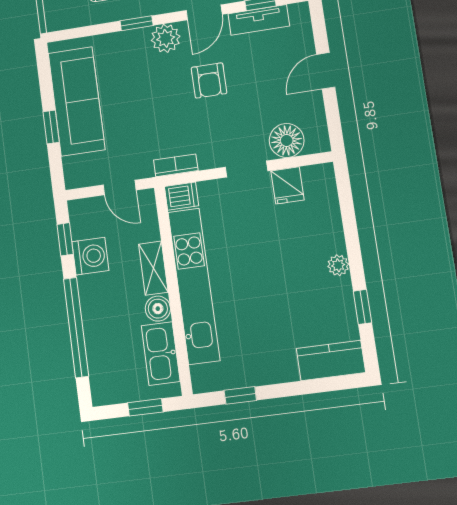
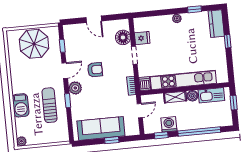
door: (204, 12) -> (65, 71), hinge flipped
tv unit: (259, 20) -> (70, 47), removed
window: (240, 395) -> (228, 41), moved

